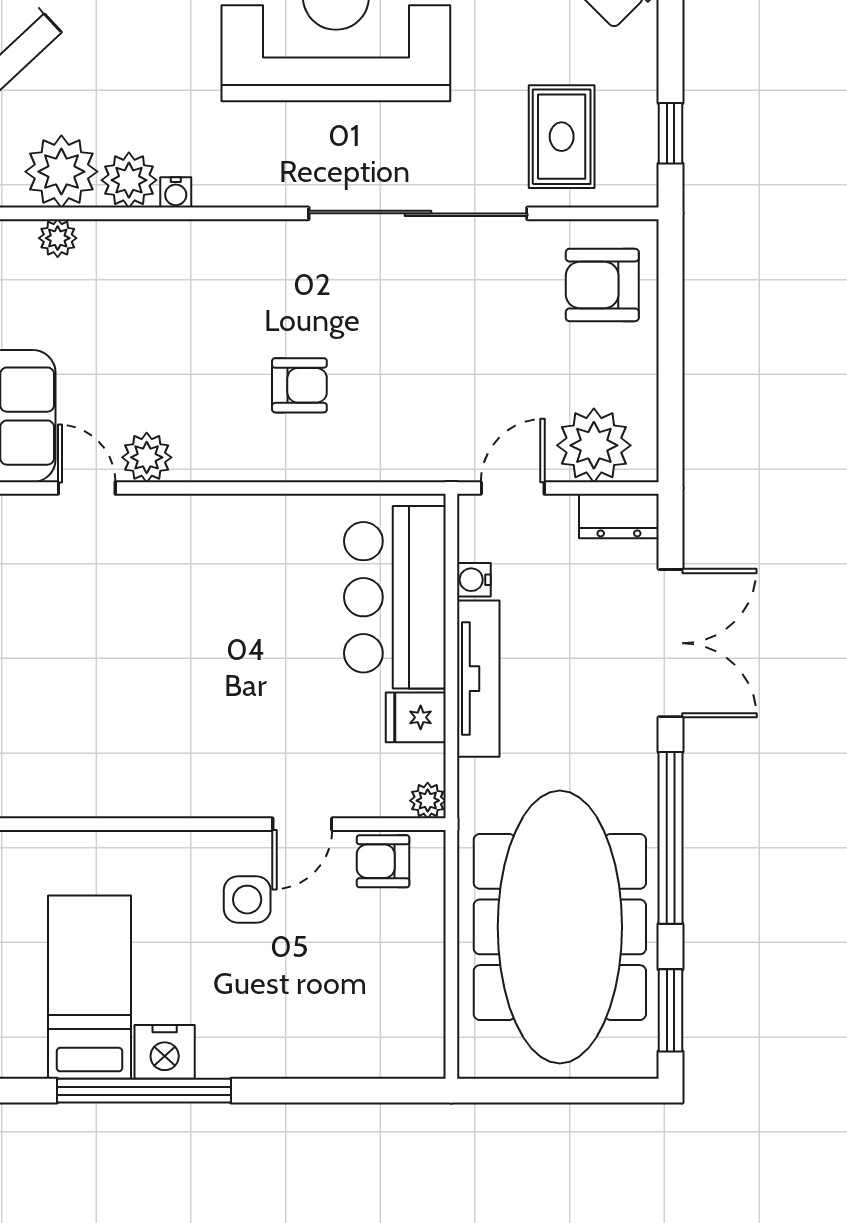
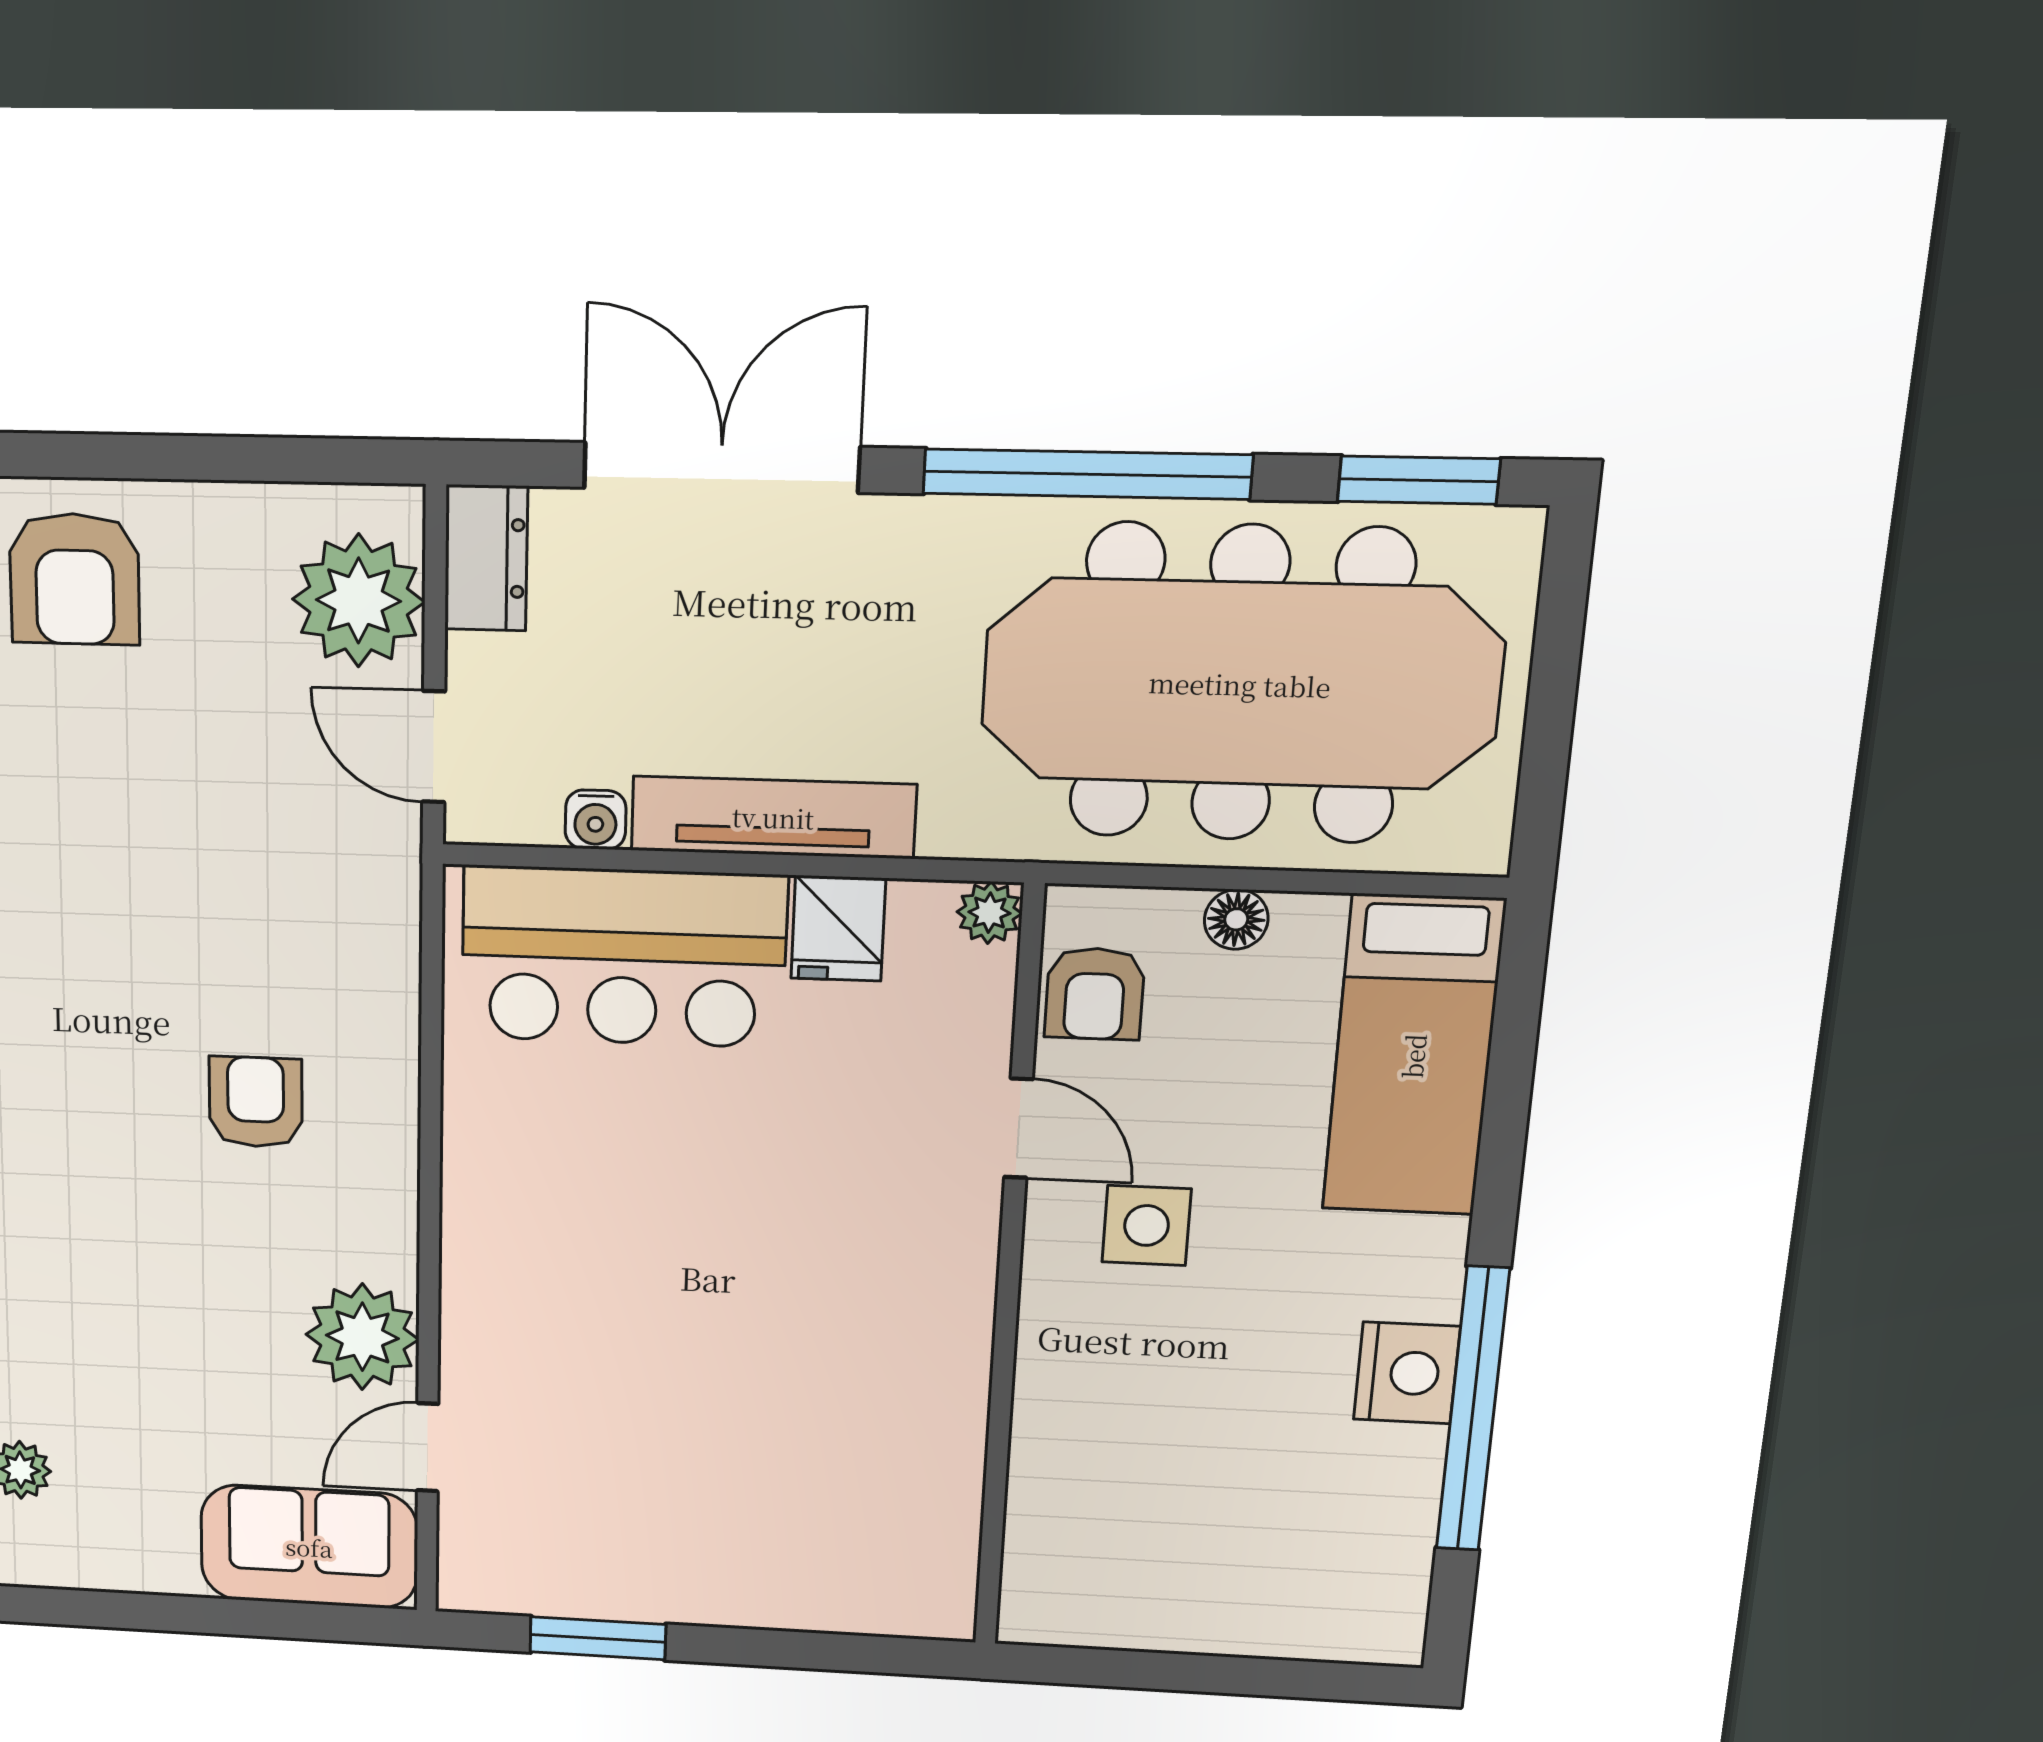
plant: (147, 457) -> (362, 1337), width x1.36, depth x1.36
floor lamp: (429, 935) -> (1236, 919), added
bed: (90, 987) -> (1413, 1056), moved, turned -90

